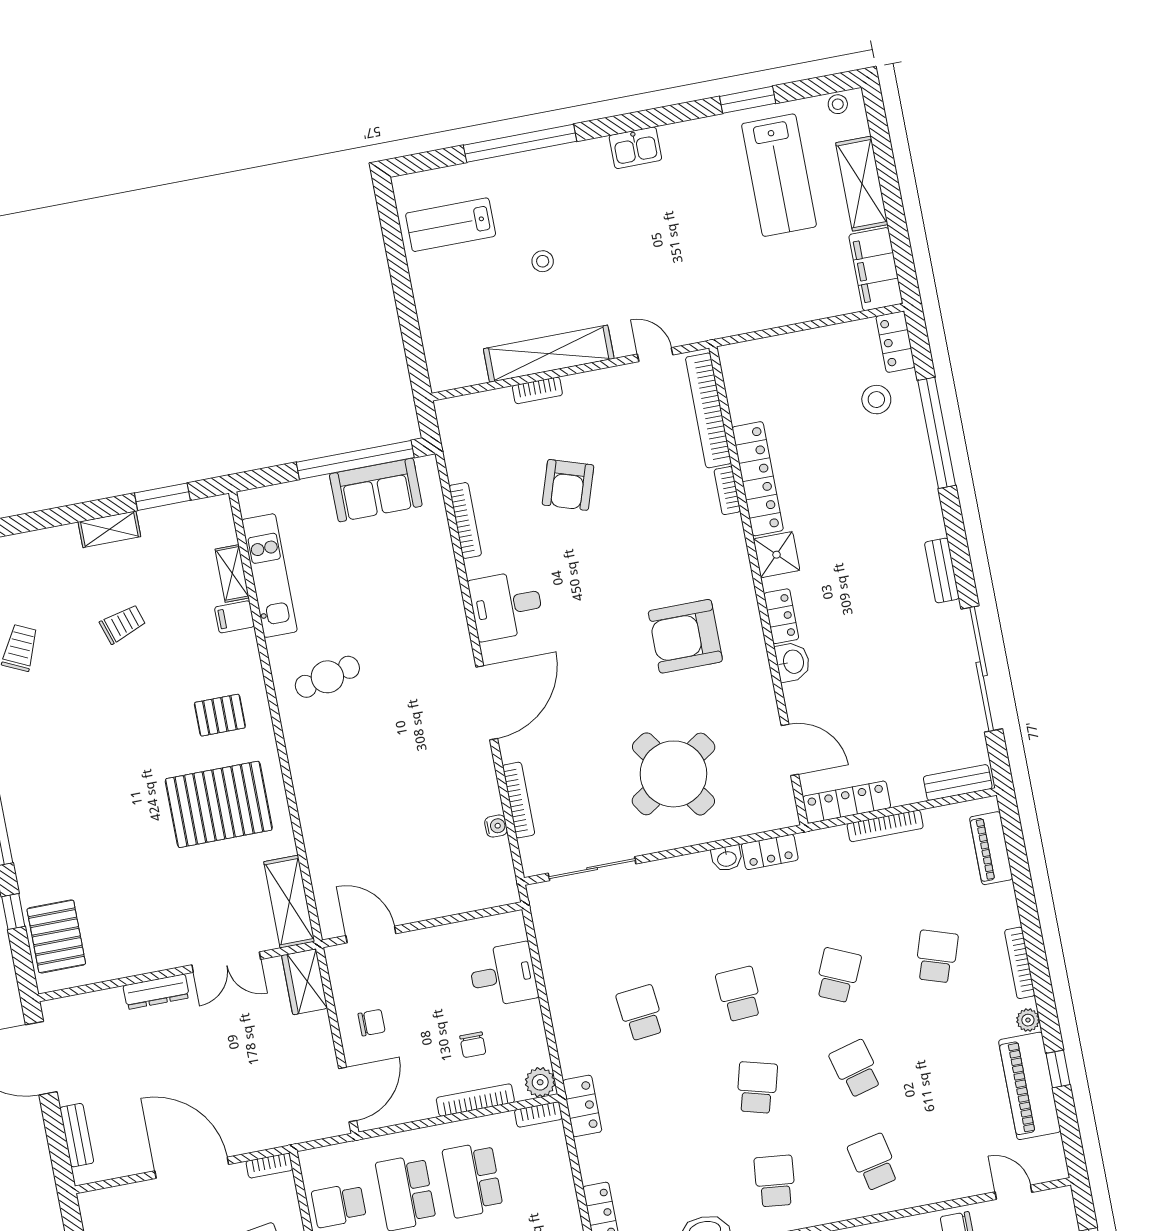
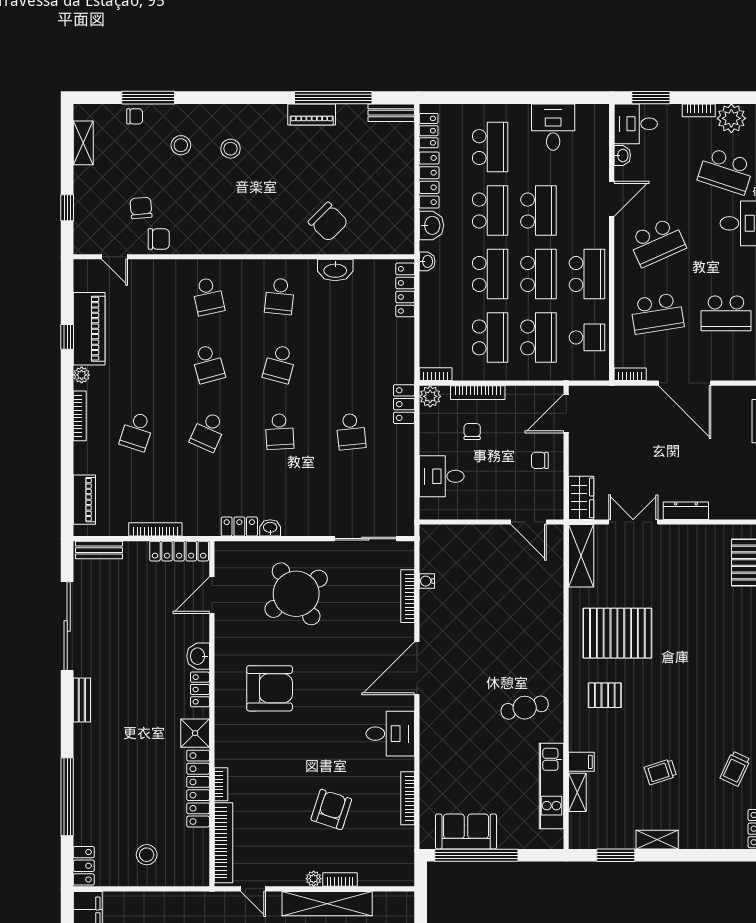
plant: (574, 385) -> (314, 879), added
stool: (876, 400) -> (147, 855), moved
door: (790, 750) -> (212, 595), hinge flipped
locker: (582, 1106) -> (404, 404), moved

